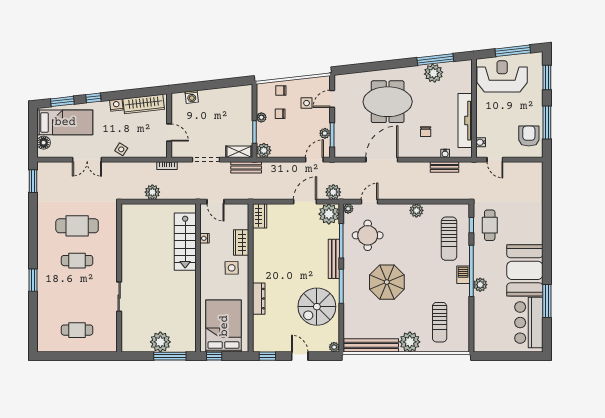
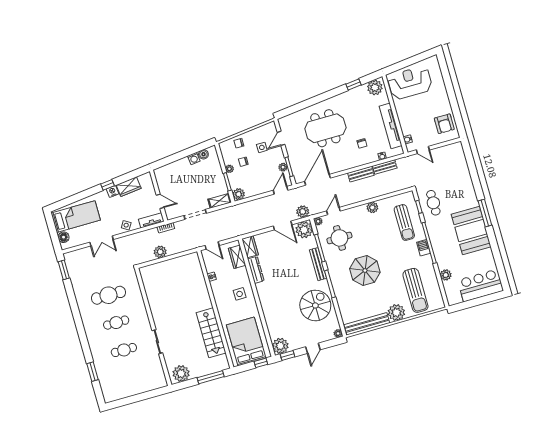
window: (513, 51) -> (413, 60), removed
window: (435, 60) -> (353, 84), width x0.46
plant: (434, 73) -> (375, 87), moved
window: (547, 78) -> (445, 74), removed
boiler: (236, 92) -> (203, 154), added
washing machine: (192, 97) -> (194, 158), moved
window: (93, 98) -> (107, 185), moved
window: (62, 101) -> (69, 201), removed
wardrobe: (144, 104) -> (129, 187), width x0.67
window: (547, 123) -> (456, 109), removed
armchair: (529, 136) -> (444, 124), turned 180
tv unit: (152, 152) -> (151, 220), added
door: (382, 160) -> (318, 180), moved
bench: (246, 167) -> (361, 174), moved
door: (305, 202) -> (283, 225), swing flipped
stairs: (185, 242) -> (211, 333), moved
wardrobe: (241, 243) -> (237, 257), moved
window: (33, 280) -> (93, 372), moved
plant: (480, 285) -> (446, 275), moved
dresser: (259, 299) -> (256, 270), moved
window: (547, 301) -> (485, 213), moved
spiral stairs: (317, 307) -> (315, 305), turned 180
sun lounger: (440, 322) -> (415, 290), width x1.36, depth x1.34
bar counter: (529, 323) -> (480, 285), moved, turned 90
cafe table: (77, 330) -> (124, 350), moved
plant: (160, 342) -> (181, 373), moved
plant: (262, 342) -> (280, 346), added
window: (214, 356) -> (261, 363), moved
door: (300, 356) -> (313, 348), swing flipped

